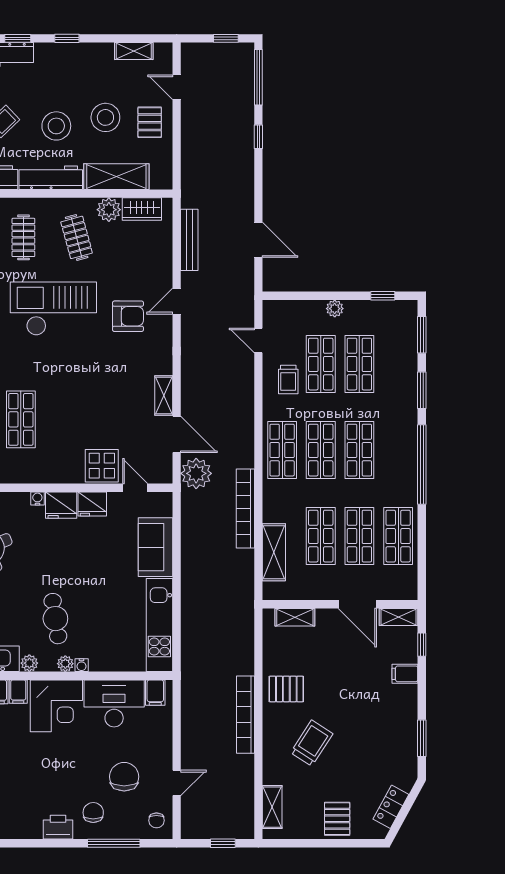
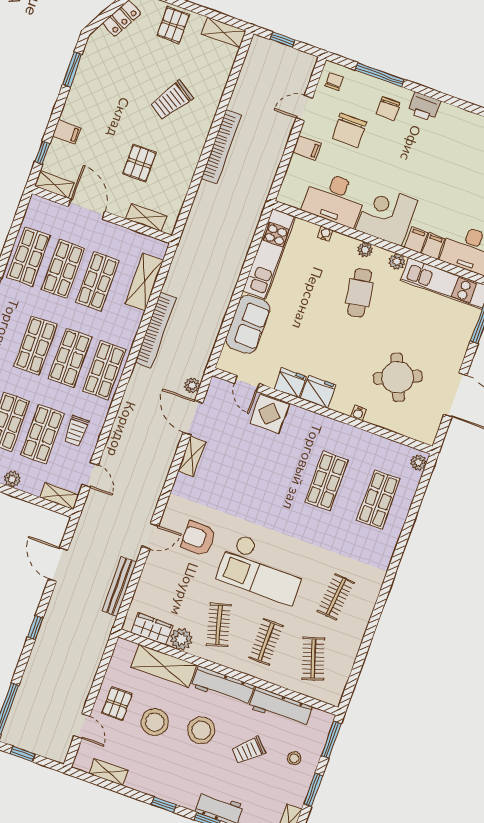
window: (258, 137) -> (35, 628), moved
shelving: (282, 309) -> (59, 496), added
trolley: (288, 380) -> (76, 431), turned 180
plant: (196, 473) -> (192, 385), width x0.53, depth x0.53
water cooler: (37, 499) -> (358, 413), moved
water cooler: (82, 665) -> (325, 234), moved
pallet: (286, 689) -> (139, 163), moved, turned 90
filing cabinet: (155, 693) -> (307, 148), moved, turned 90
shelving: (272, 807) -> (224, 32), moved, turned 90

